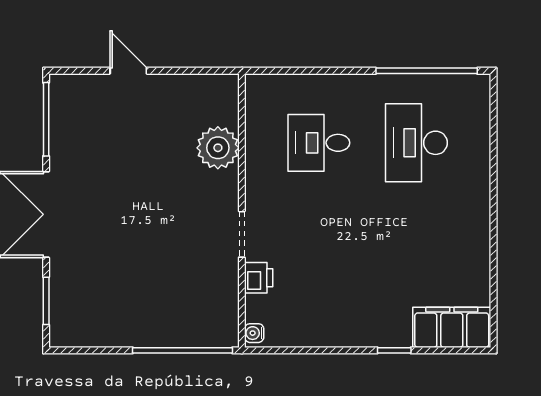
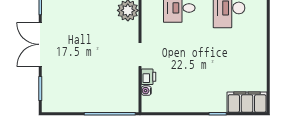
water cooler: (254, 333) -> (146, 91), moved

